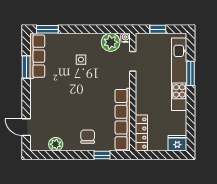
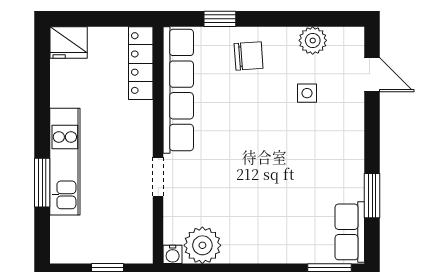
row of seats: (37, 56) -> (350, 232), width x0.68
side table: (81, 60) -> (307, 93), moved
doorway: (133, 61) -> (158, 177), moved
kitchen unit: (179, 74) -> (65, 162), width x0.73
chair: (88, 137) -> (249, 56), turned -94

